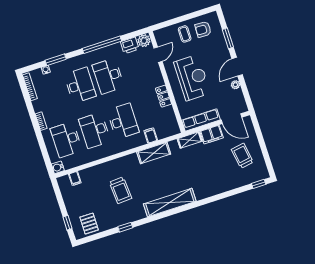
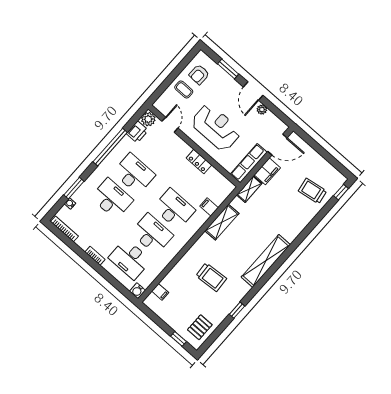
desk: (108, 76) -> (134, 174), turned 180
desk: (95, 130) -> (152, 234), turned 180
trolley: (242, 156) -> (313, 191), moved
pallet: (89, 224) -> (200, 327), turned 90

